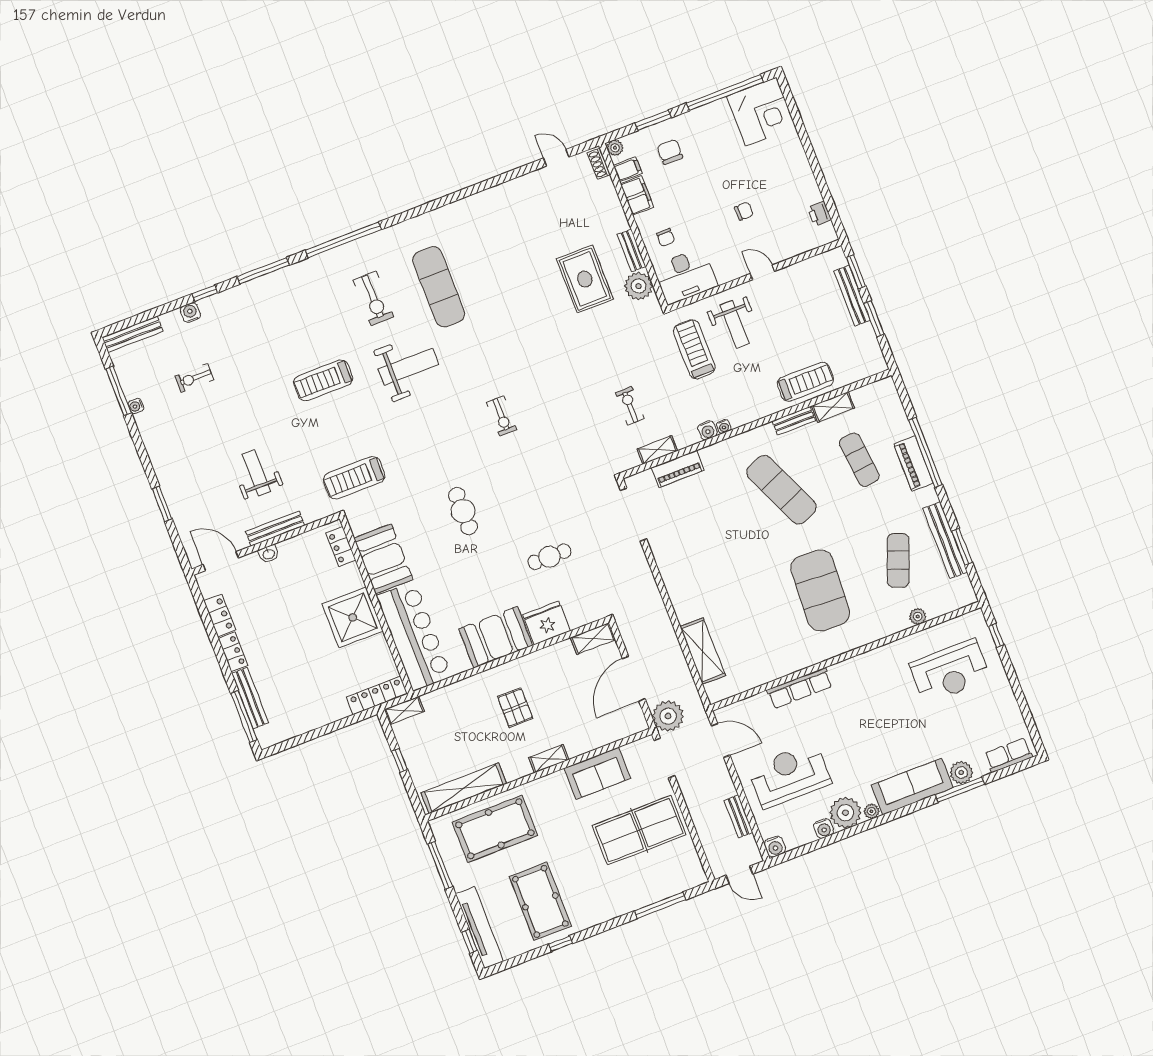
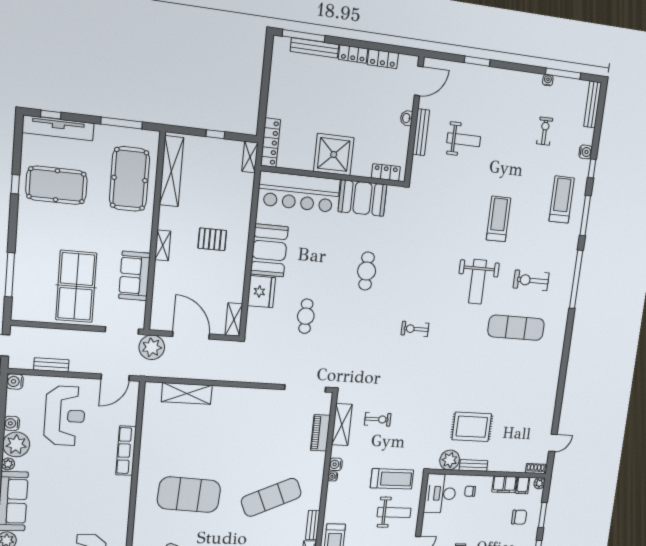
weight bench: (735, 324) -> (394, 512), turned 180
shelving: (657, 450) -> (342, 425), width x1.50, depth x1.33
treadmill: (354, 478) -> (562, 200), moved
cafe table: (463, 511) -> (367, 271), turned 90

